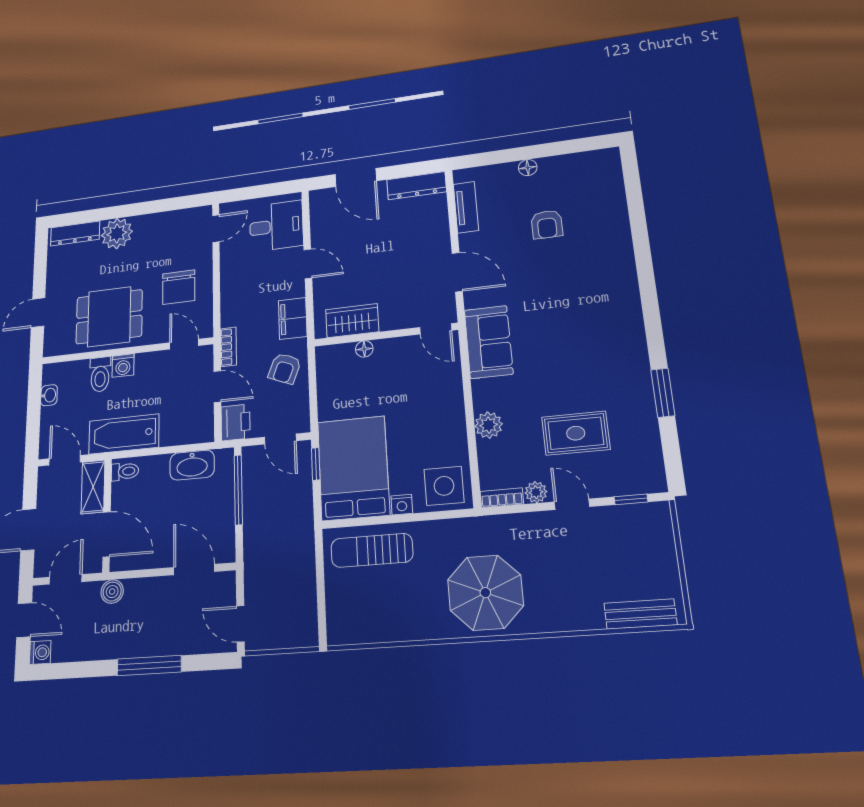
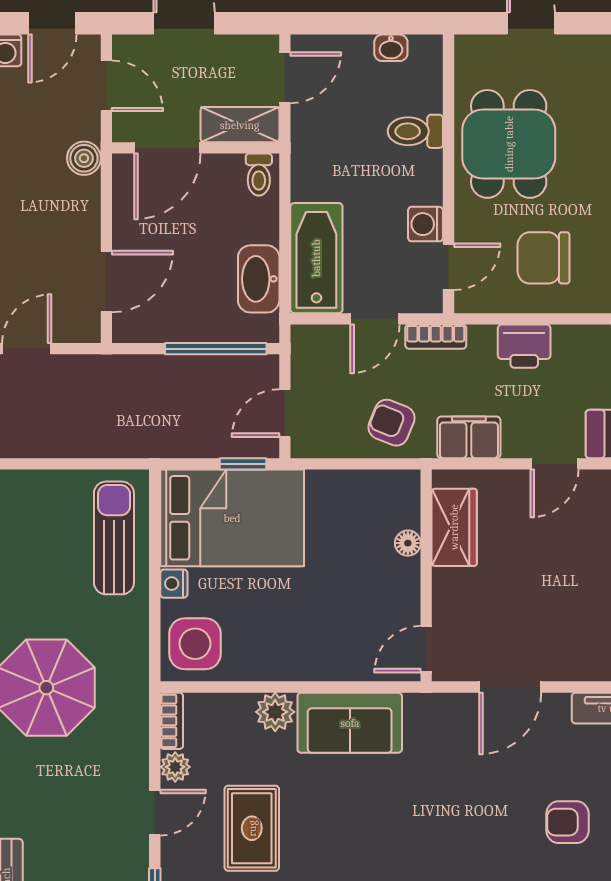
sofa: (489, 342) -> (350, 723), moved
washing machine: (123, 365) -> (425, 224), moved
printer: (236, 422) -> (524, 346), moved
bathtub: (124, 434) -> (316, 258), moved

